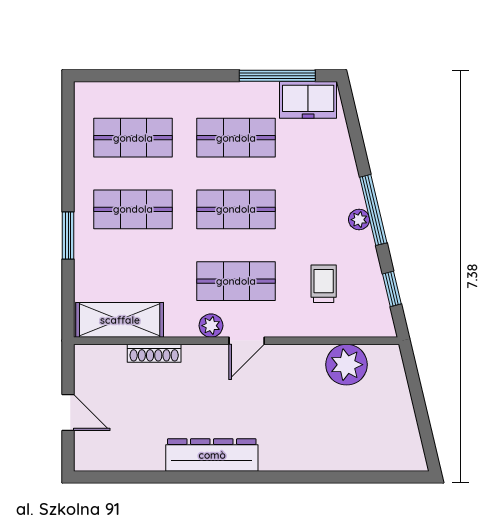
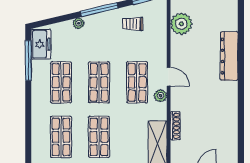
plant: (359, 220) -> (79, 23), moved
trolley: (324, 284) -> (133, 24), moved
dresser: (212, 455) -> (229, 56), moved

